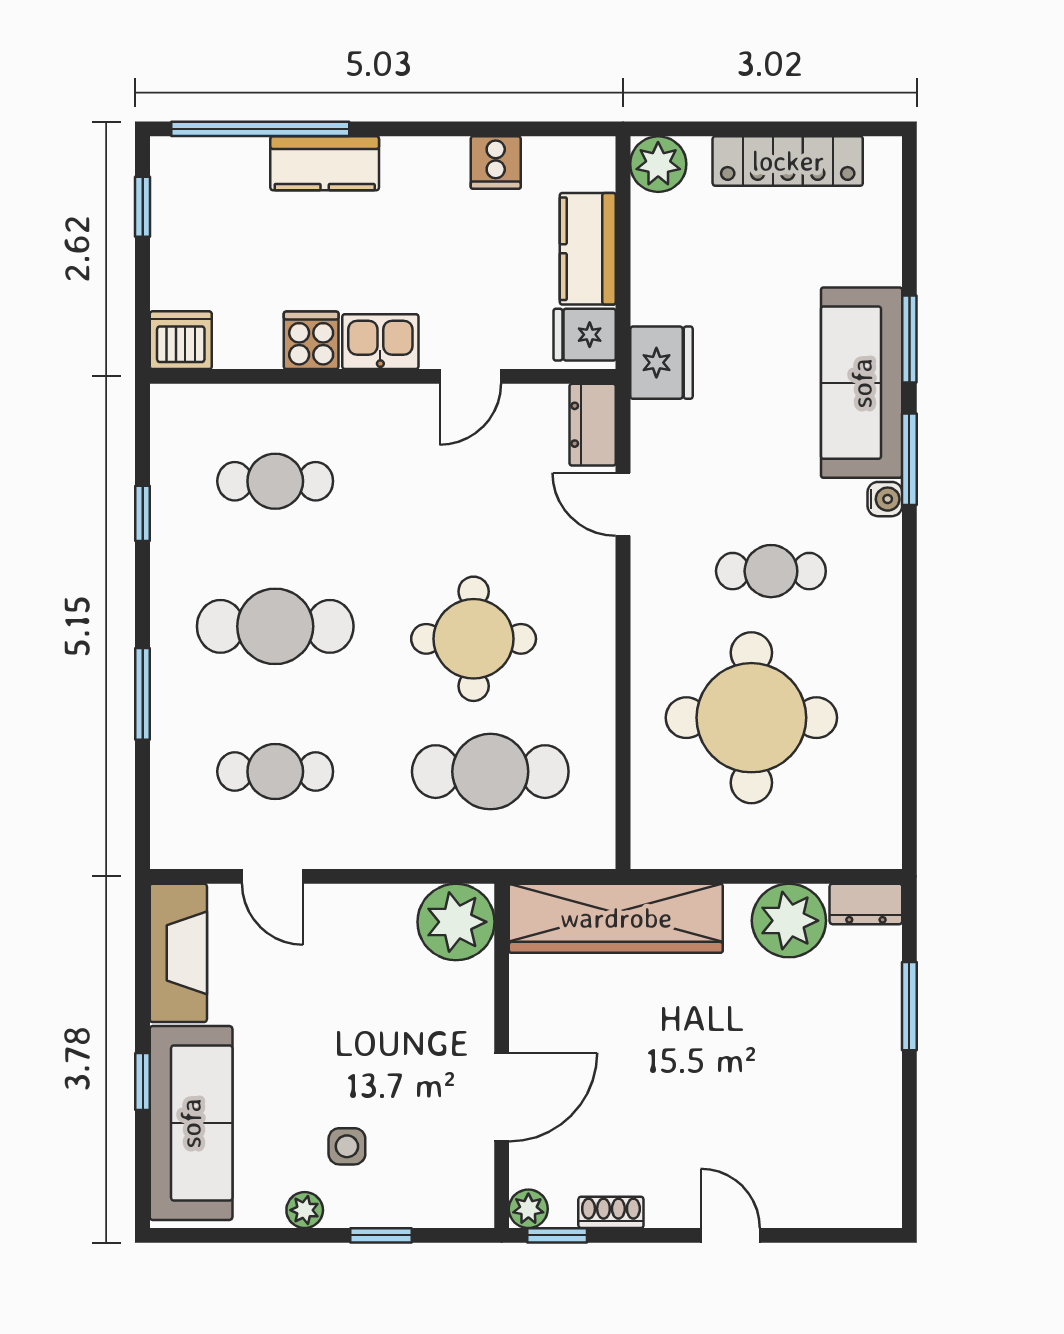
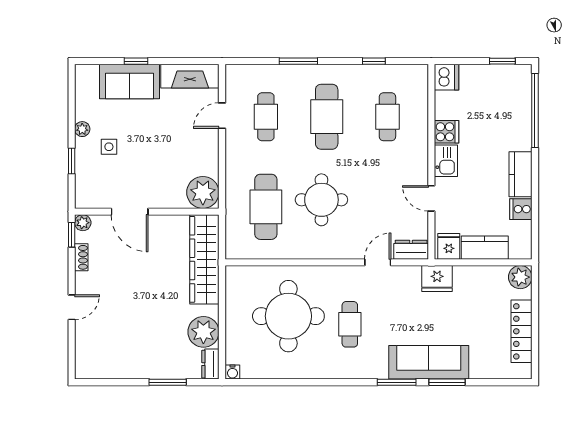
kitchen counter: (325, 163) -> (521, 174), moved
water cooler: (885, 499) -> (232, 372), moved
sofa: (191, 1123) -> (129, 81), width x0.73

